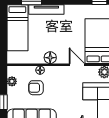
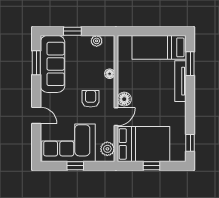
floor lamp: (50, 58) -> (124, 99), moved
armchair: (36, 88) -> (91, 99), moved

